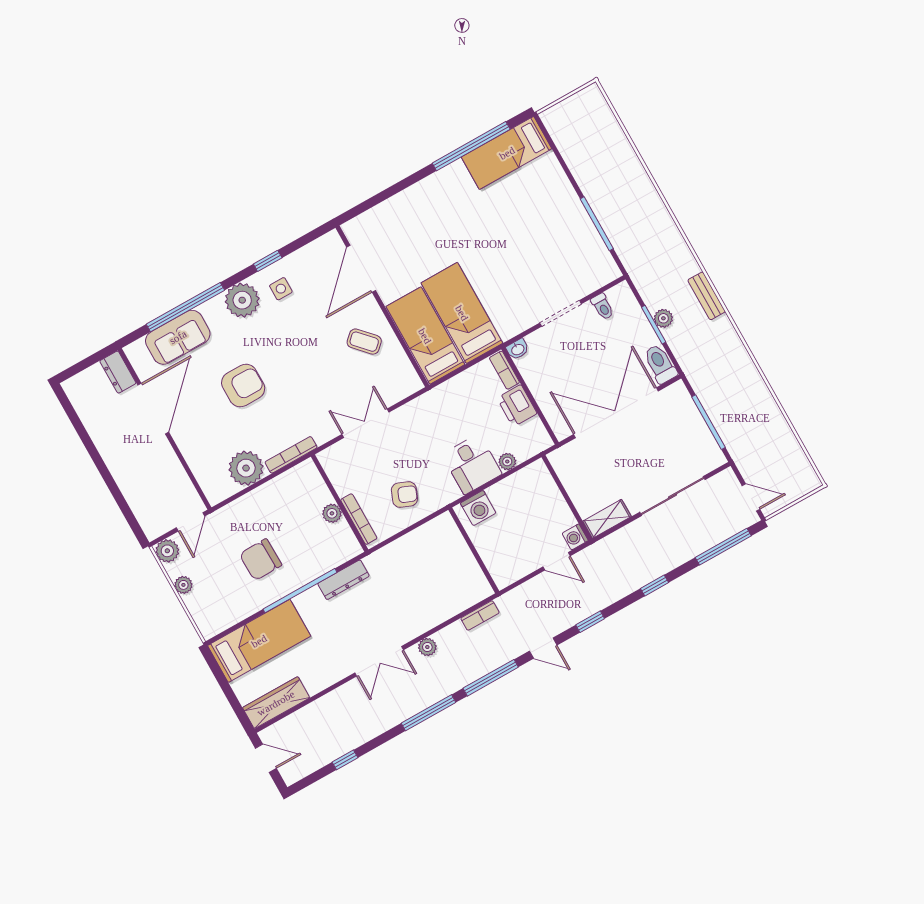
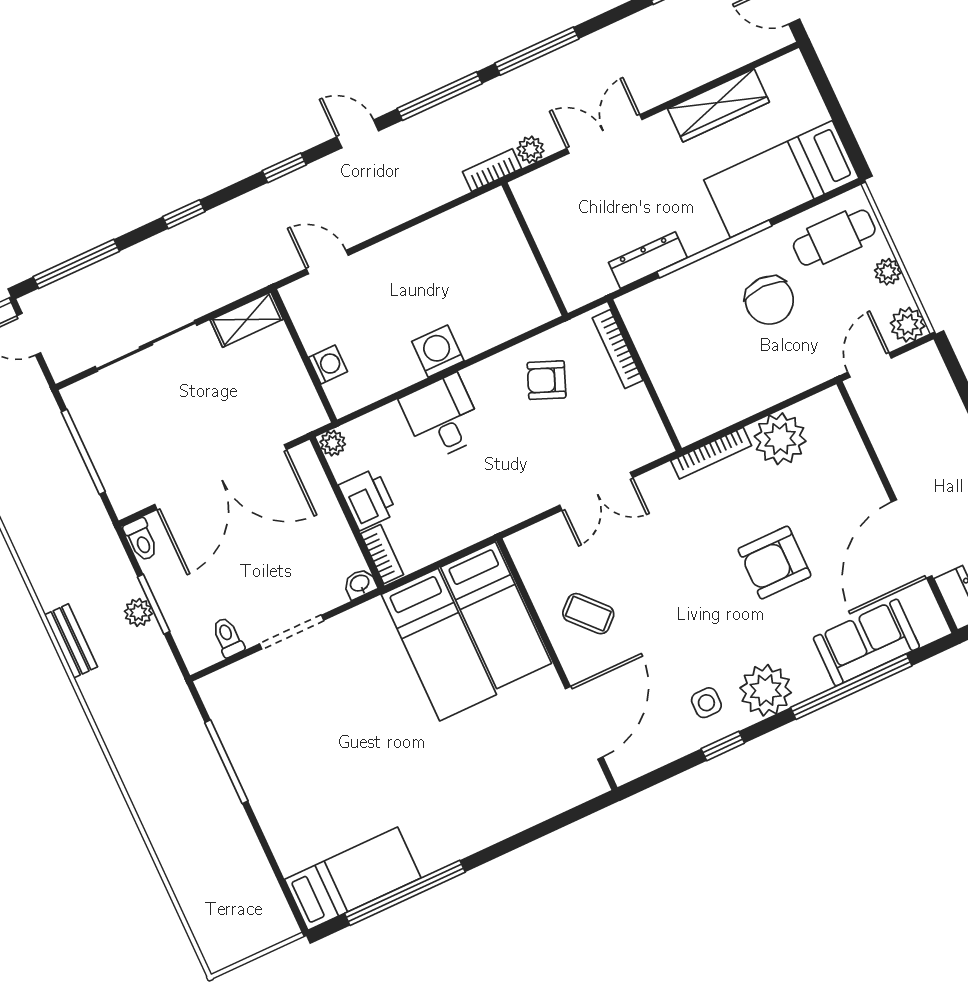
toilet: (660, 364) -> (141, 540), width x0.73, depth x0.72
plant: (507, 462) -> (333, 443), moved
plant: (332, 513) -> (657, 361), removed
washing machine: (575, 537) -> (328, 365), moved
wall: (474, 550) -> (535, 249), moved
chair: (261, 560) -> (769, 300), turned 91
cafe table: (221, 605) -> (834, 238), added
bookcase: (480, 615) -> (492, 170), moved
wardrobe: (276, 703) -> (718, 105), moved

